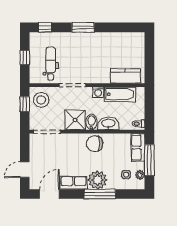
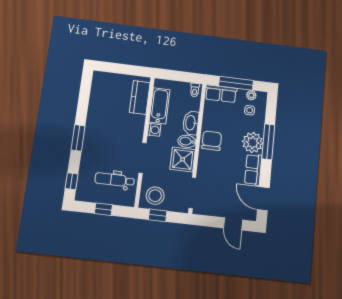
chair: (95, 144) -> (212, 141), turned 180

